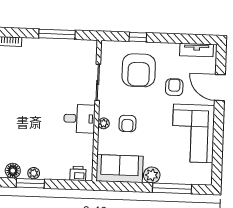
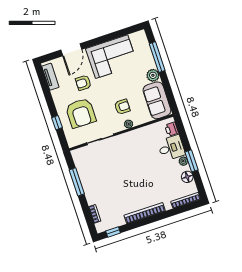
armchair: (139, 70) -> (81, 113), turned 90
desk: (79, 119) -> (171, 148), moved, turned 90

